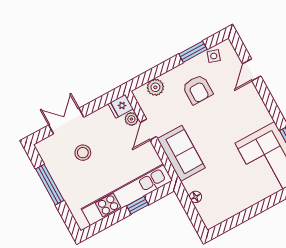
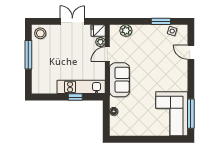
door: (252, 70) -> (191, 52), hinge flipped
armchair: (197, 89) -> (151, 46), removed
double door: (66, 121) -> (72, 21), moved
stool: (83, 153) -> (40, 33), moved
kitchen unit: (127, 195) -> (81, 87), width x0.73

